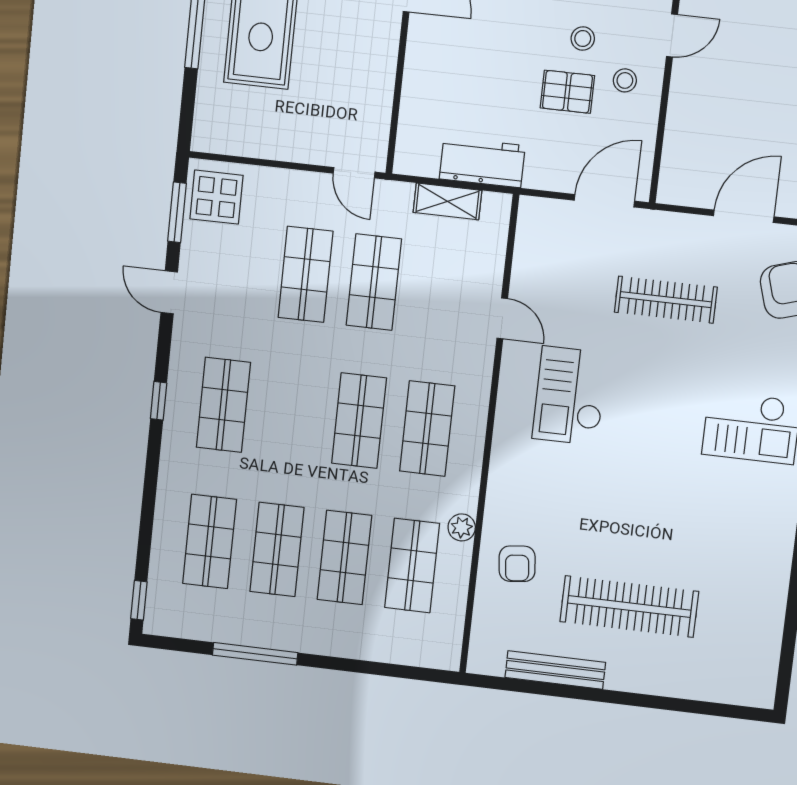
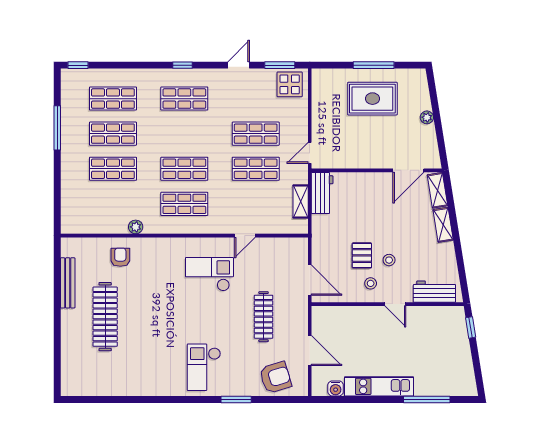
workbench: (482, 162) -> (322, 193), moved
armchair: (517, 564) -> (120, 257), turned 96
shop shelf: (412, 566) -> (113, 204), removed

